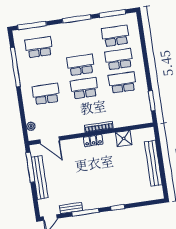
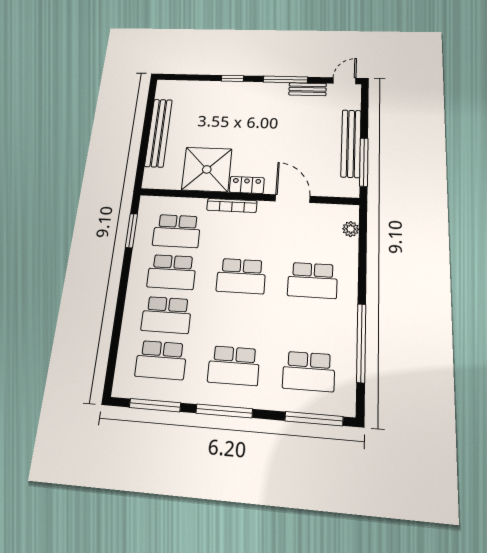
school desk: (81, 65) -> (234, 366), moved
school desk: (126, 106) -> (177, 231), added
shower: (124, 138) -> (207, 169), width x1.86, depth x1.86
door: (50, 140) -> (293, 199), moved

